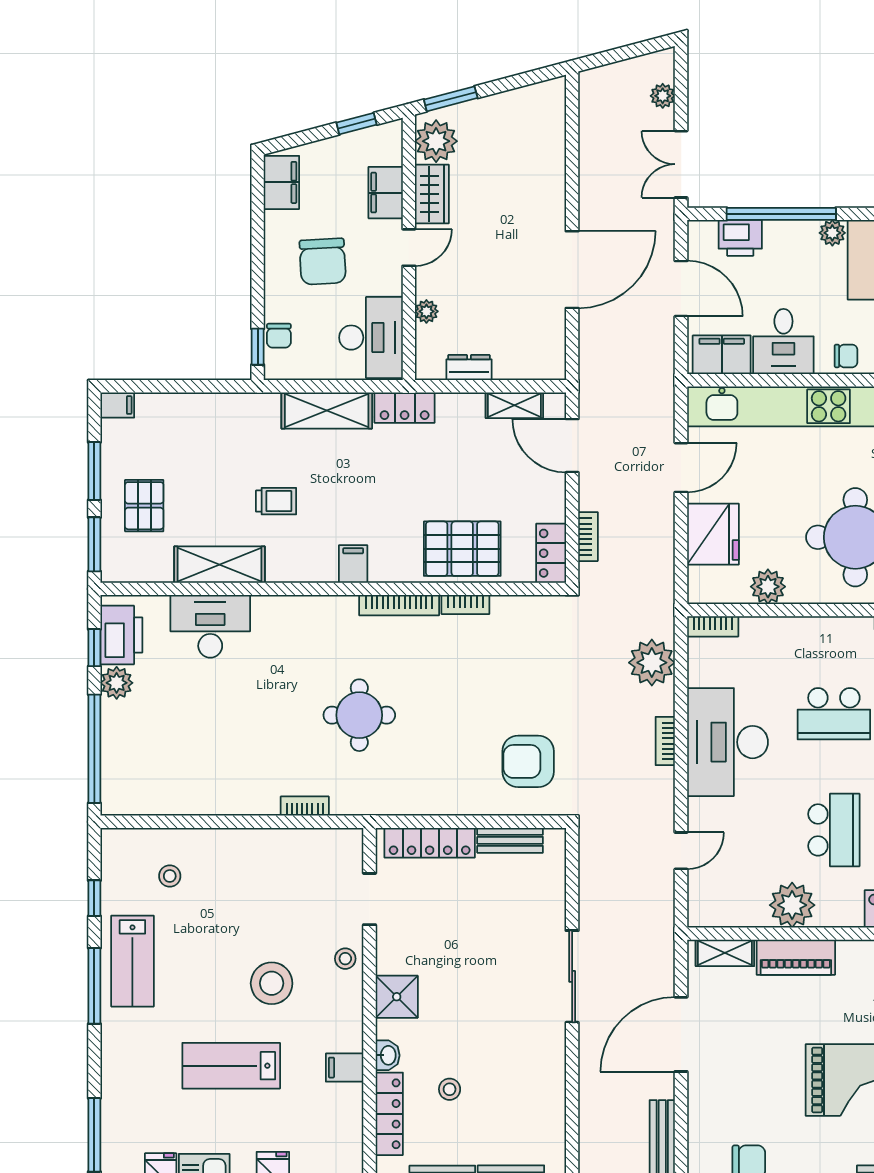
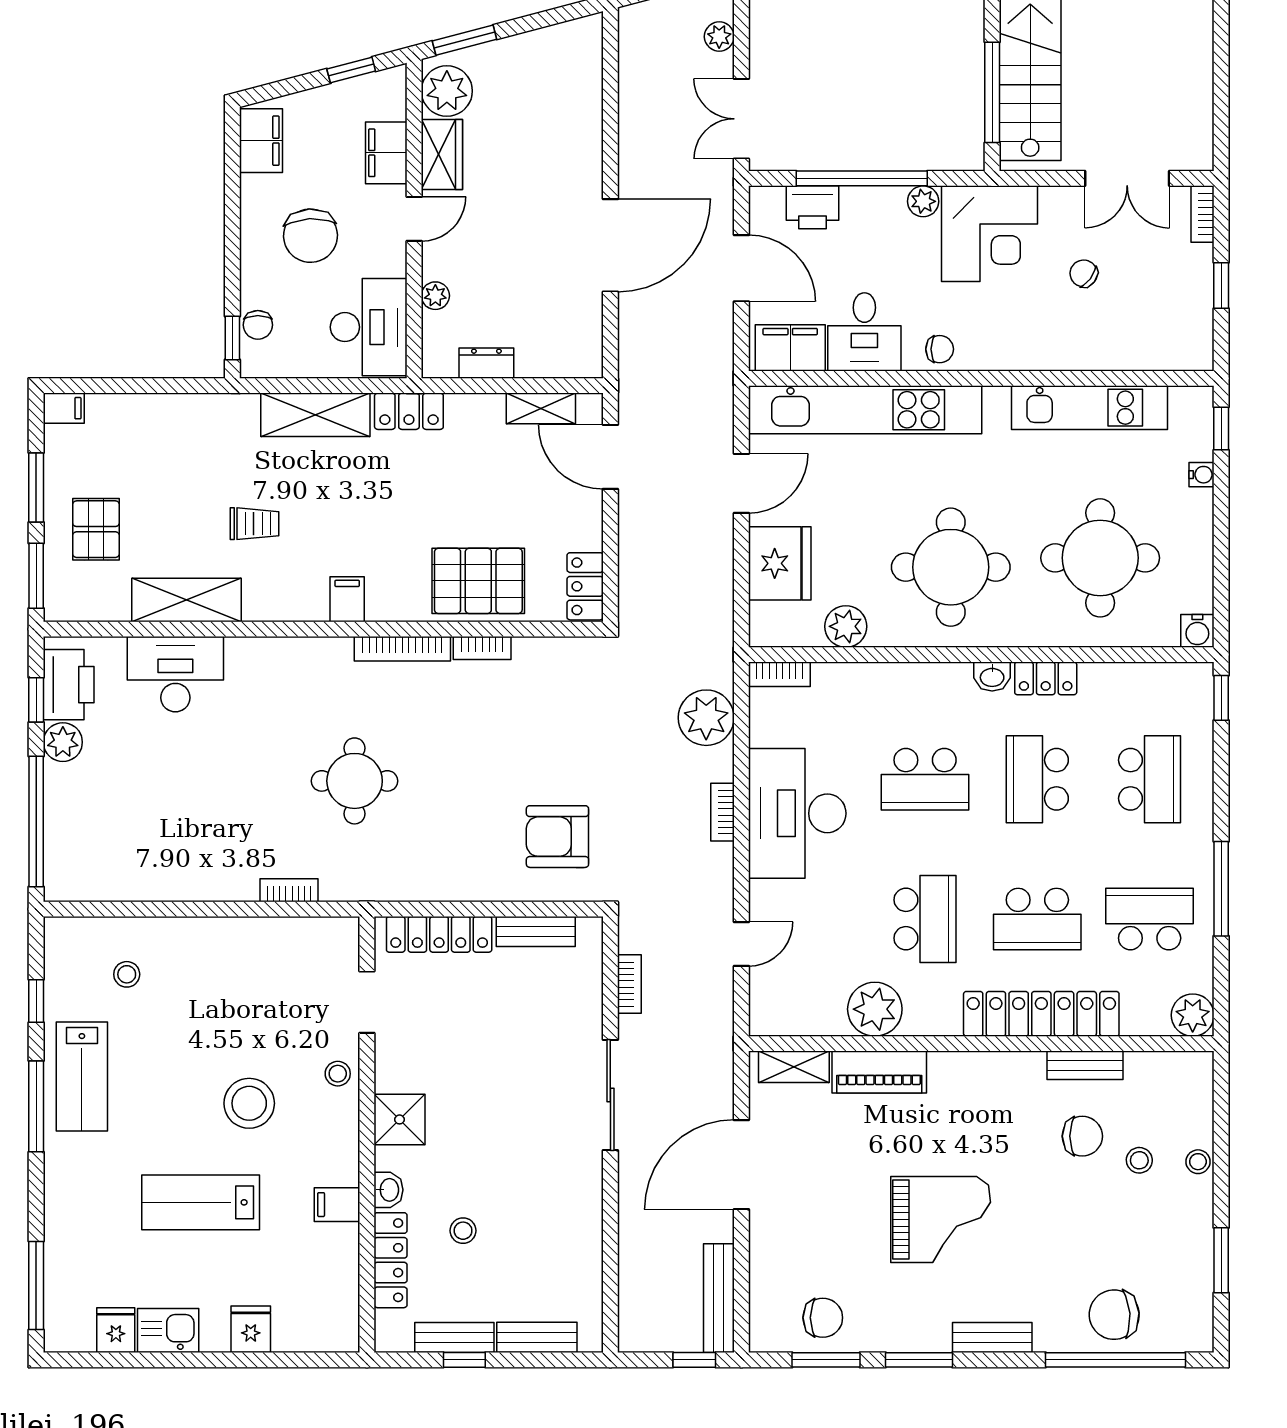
bookcase: (588, 537) -> (629, 984), moved

